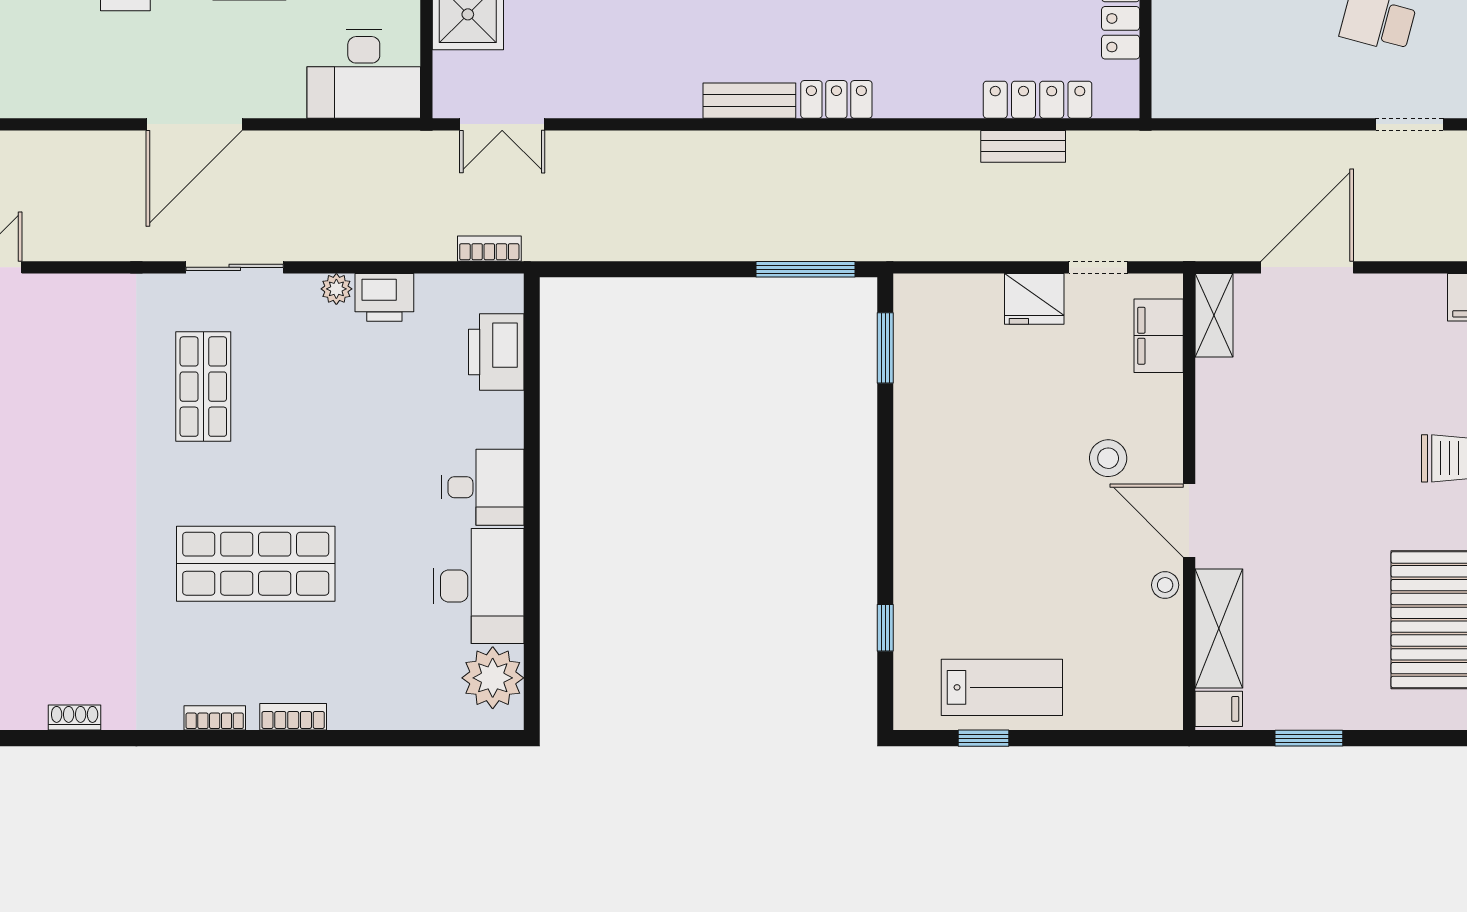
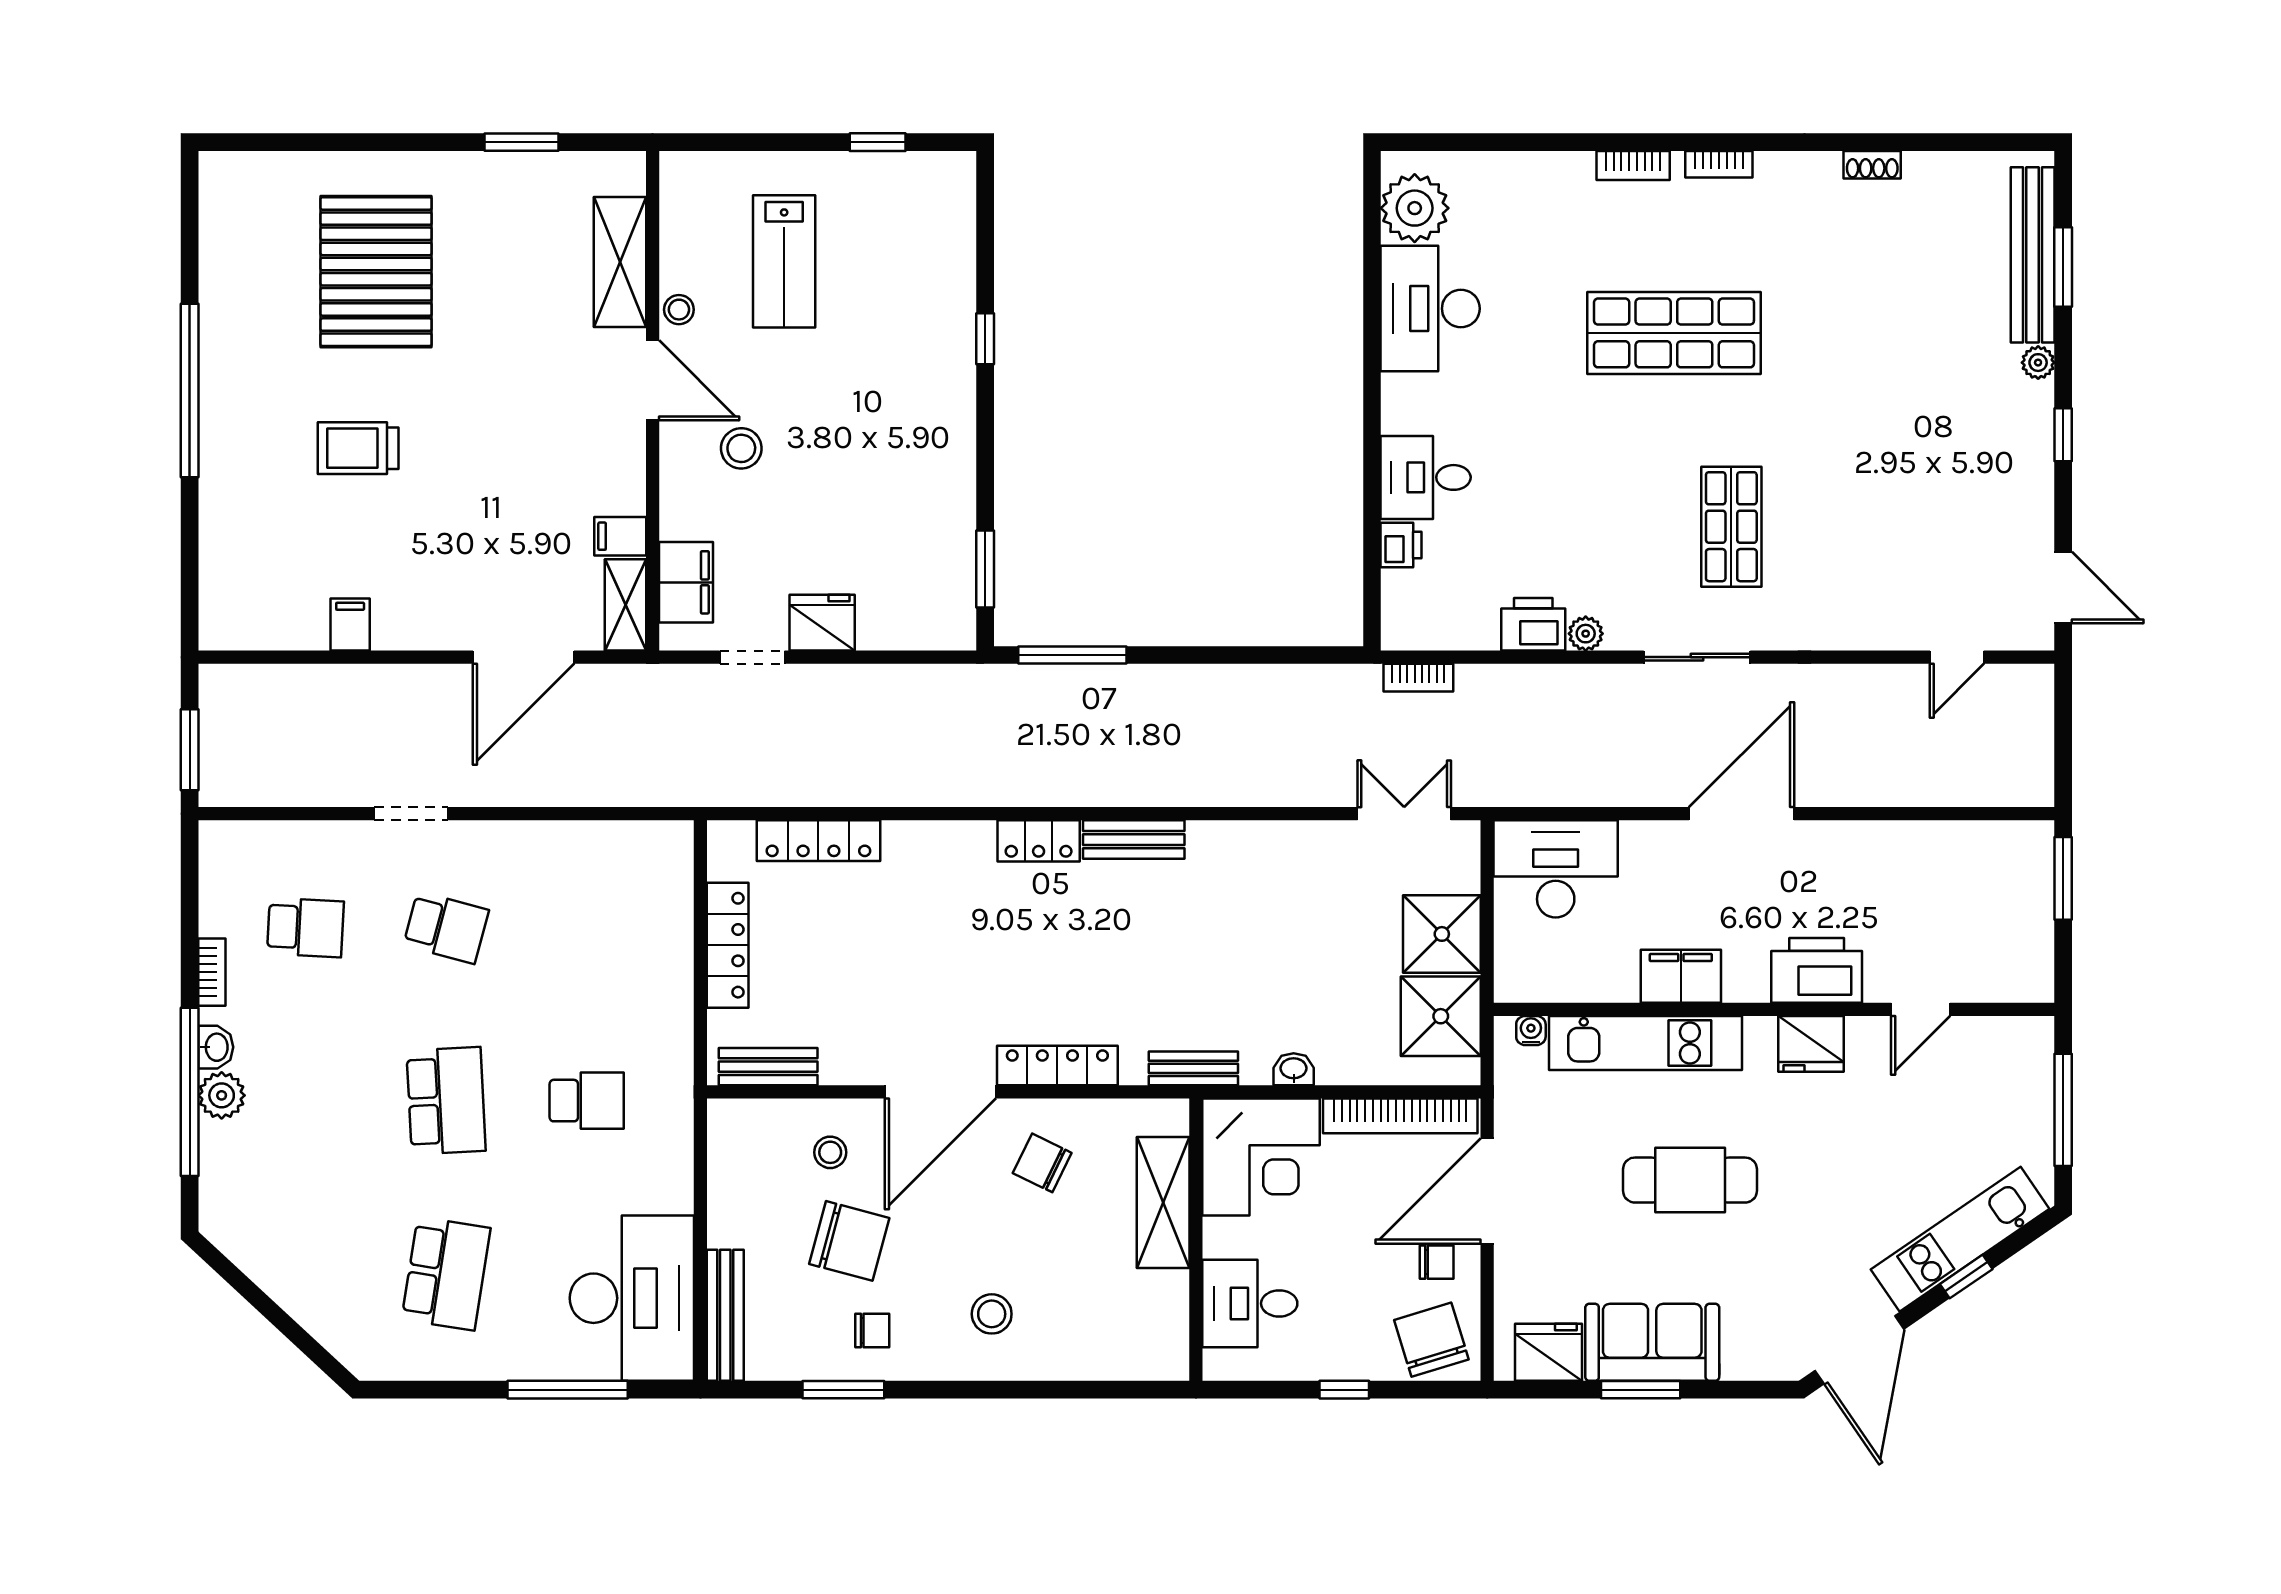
bench: (1023, 146) -> (834, 790), removed
printer: (496, 352) -> (1401, 545), width x0.53, depth x0.68
desk: (483, 487) -> (1426, 477), moved
window: (885, 628) -> (985, 339), moved
lab bench: (1002, 687) -> (784, 261), moved, turned -90
filing cabinet: (1219, 709) -> (620, 536), moved

